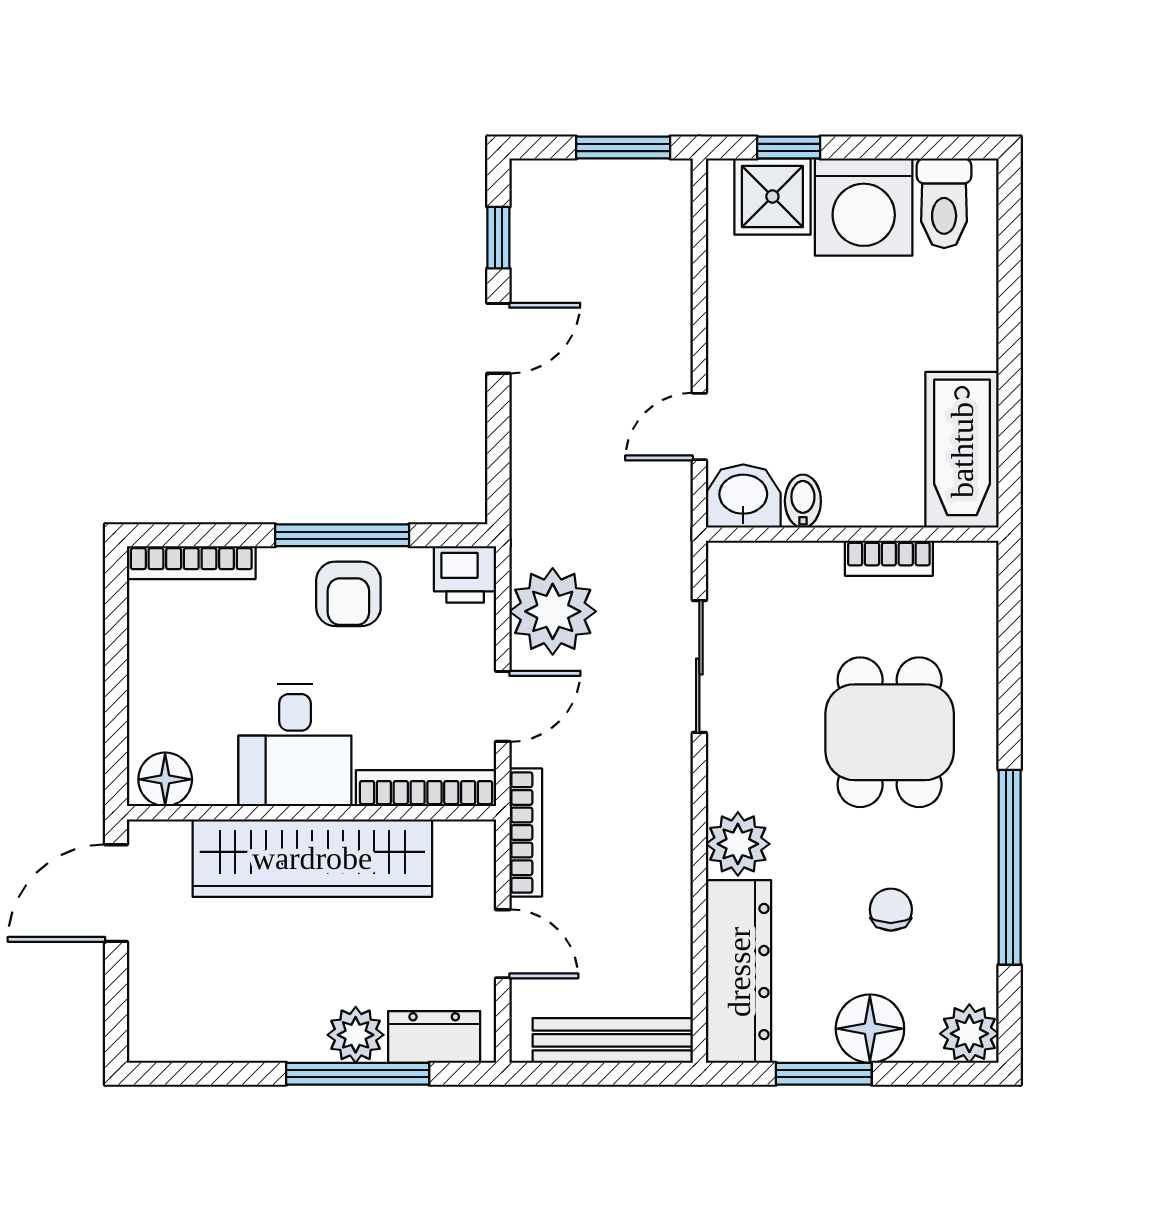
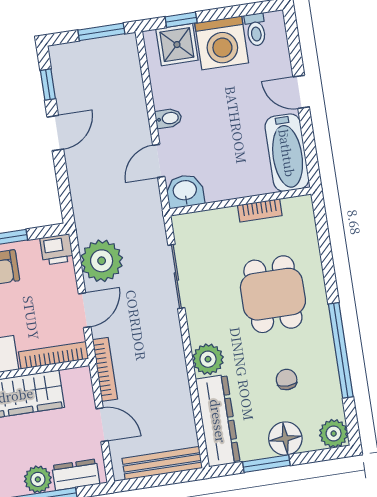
toilet: (944, 203) -> (256, 30), width x0.73, depth x0.72
door: (1010, 331) -> (301, 92), added
bidet: (803, 501) -> (168, 118), moved, turned 90

